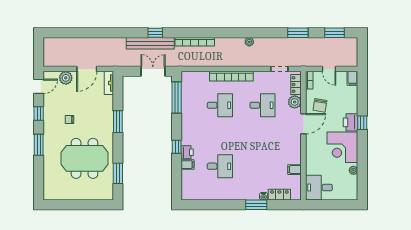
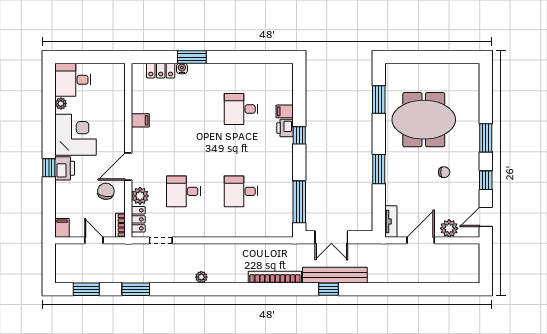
bookcase: (231, 76) -> (225, 231), removed
filing cabinet: (295, 170) -> (140, 120), moved
desk: (319, 188) -> (73, 80), moved, turned 180

